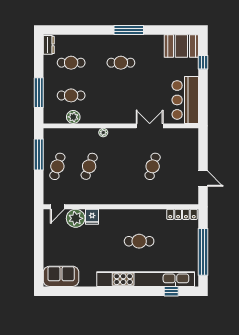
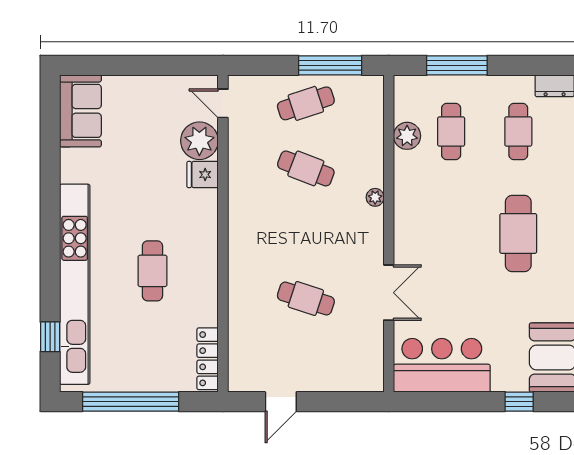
cafe table: (121, 63) -> (518, 233), width x1.37, depth x1.35
cafe table: (57, 166) -> (306, 103), turned -36

